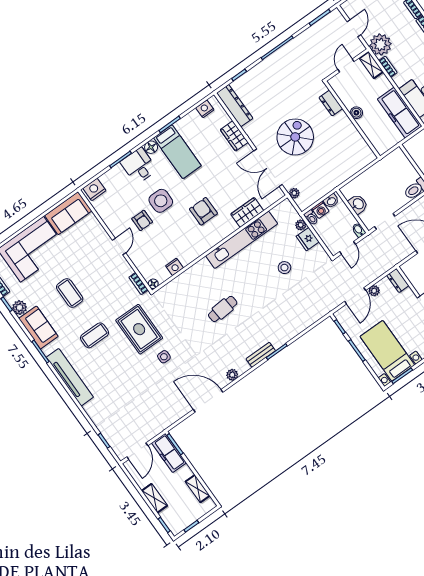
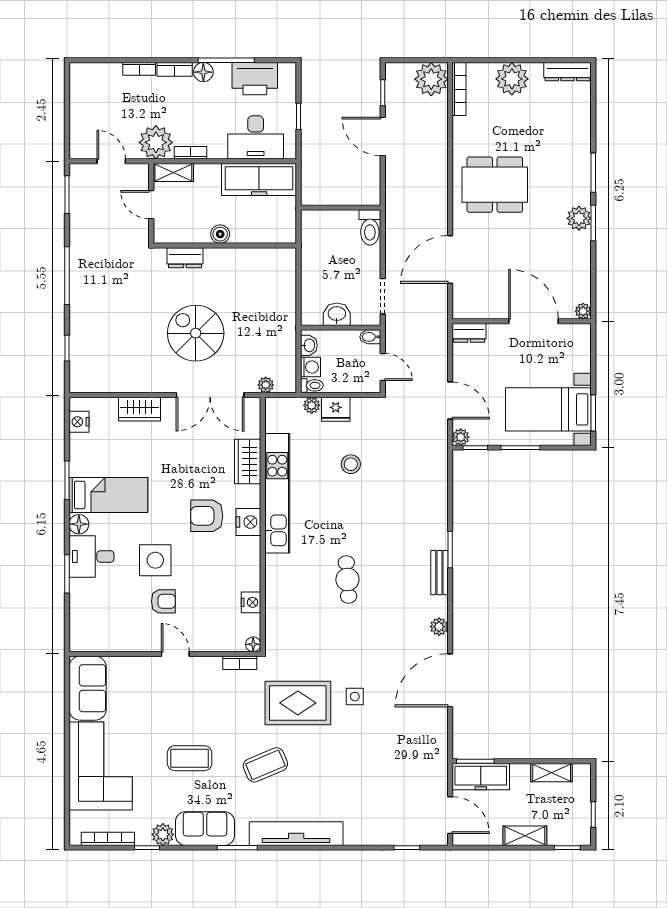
dresser: (235, 106) -> (102, 381), removed
nightstand: (94, 189) -> (248, 522), moved, turned 180
plant: (374, 291) -> (461, 437), moved
coffee table: (95, 335) -> (265, 765), turned 67

